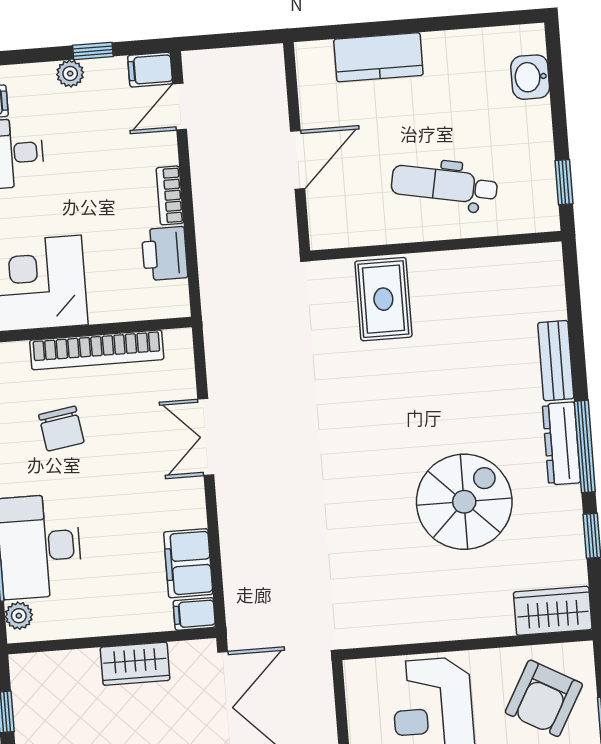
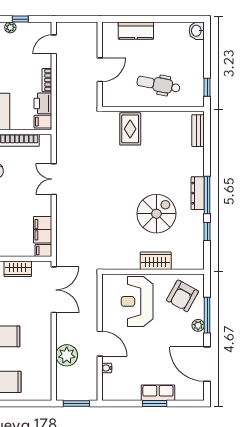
filing cabinet: (150, 70) -> (43, 122), moved
washbasin: (530, 77) -> (197, 31), moved
bench: (556, 361) -> (198, 131), moved
wardrobe: (553, 611) -> (156, 261), moved

